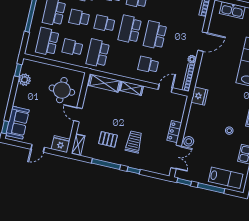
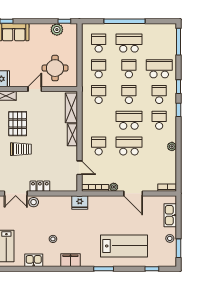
school desk: (47, 42) -> (99, 43), width x0.54
school desk: (98, 53) -> (99, 95), width x0.54
pallet: (108, 139) -> (18, 124), width x1.50, depth x1.42

